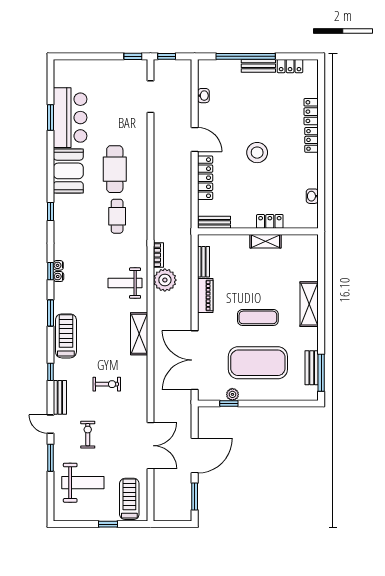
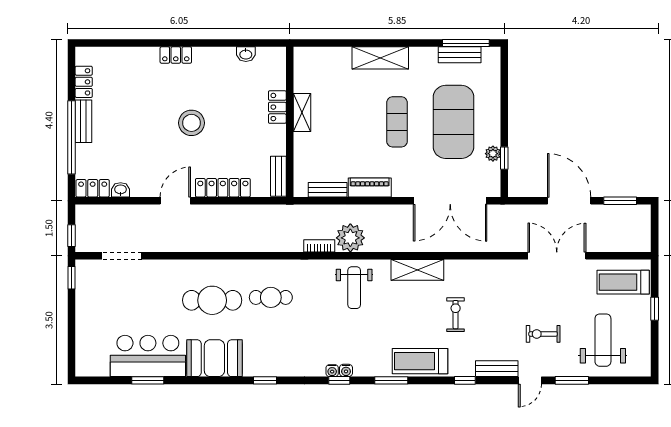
locker: (311, 112) -> (93, 188), moved, turned 180
exercise bike: (107, 384) -> (456, 315), moved

